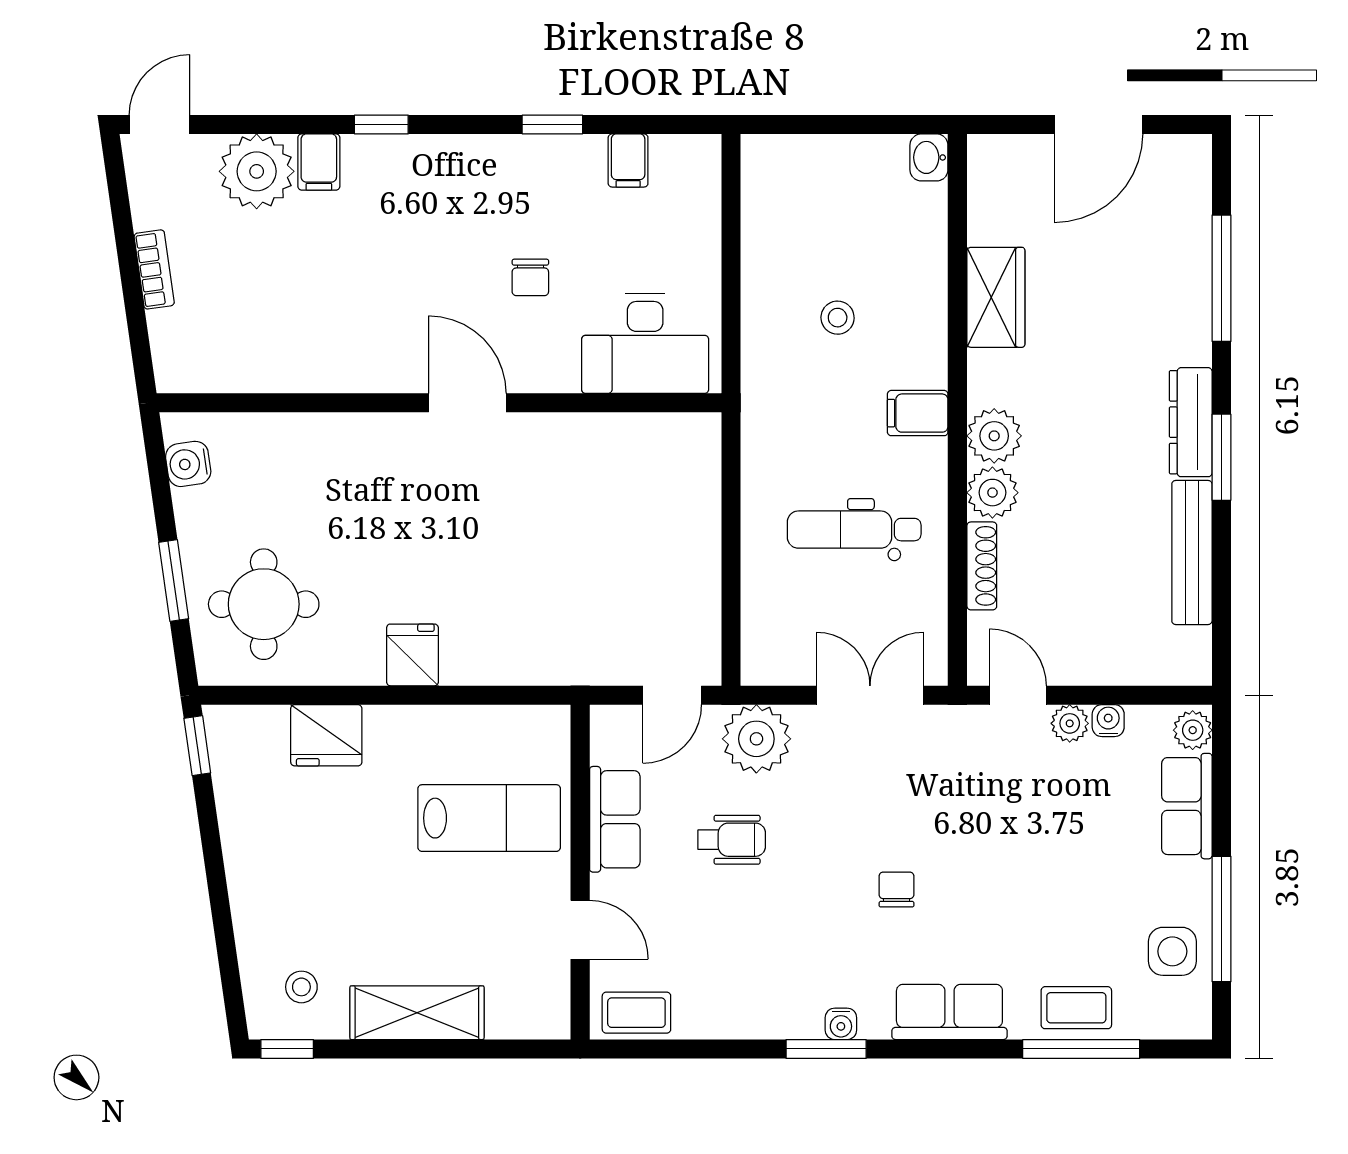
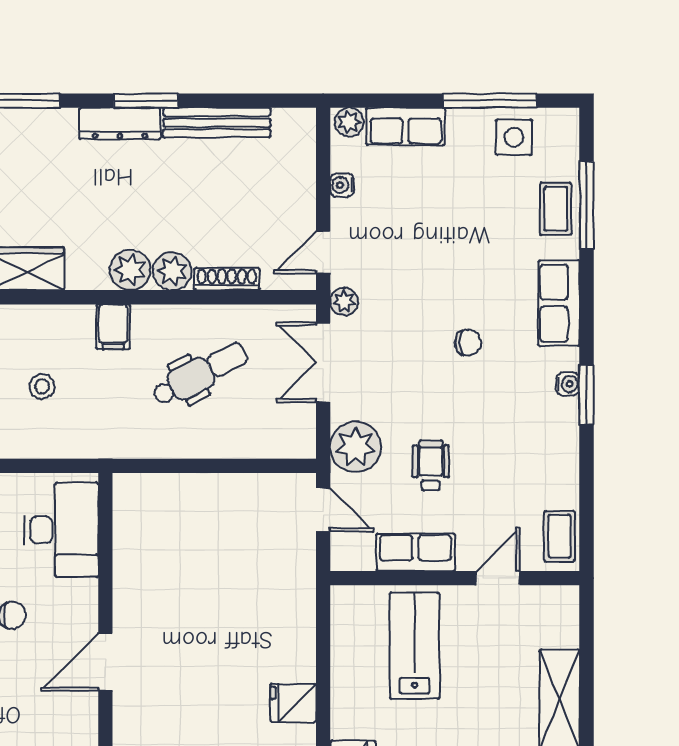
dental chair: (854, 530) -> (200, 374), turned -118
plant: (1070, 723) -> (344, 302), moved
chair: (896, 890) -> (468, 343), turned 180

